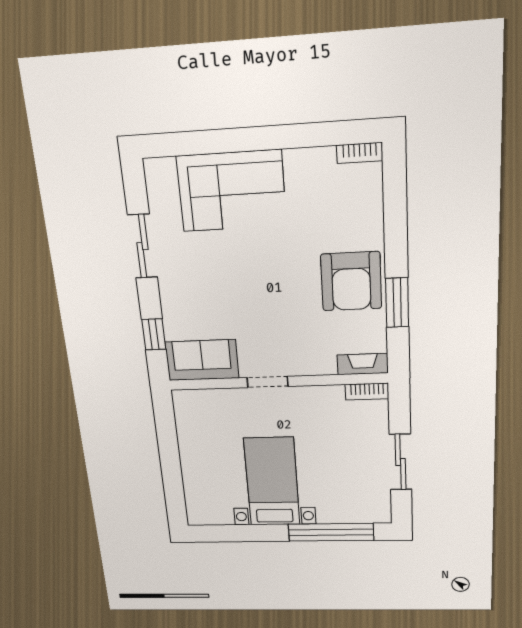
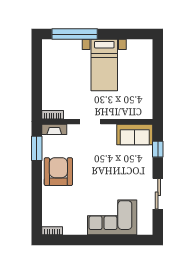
window: (397, 303) -> (37, 148), moved
doorway: (268, 382) -> (90, 122), moved
sliding door: (401, 462) -> (37, 75), removed

